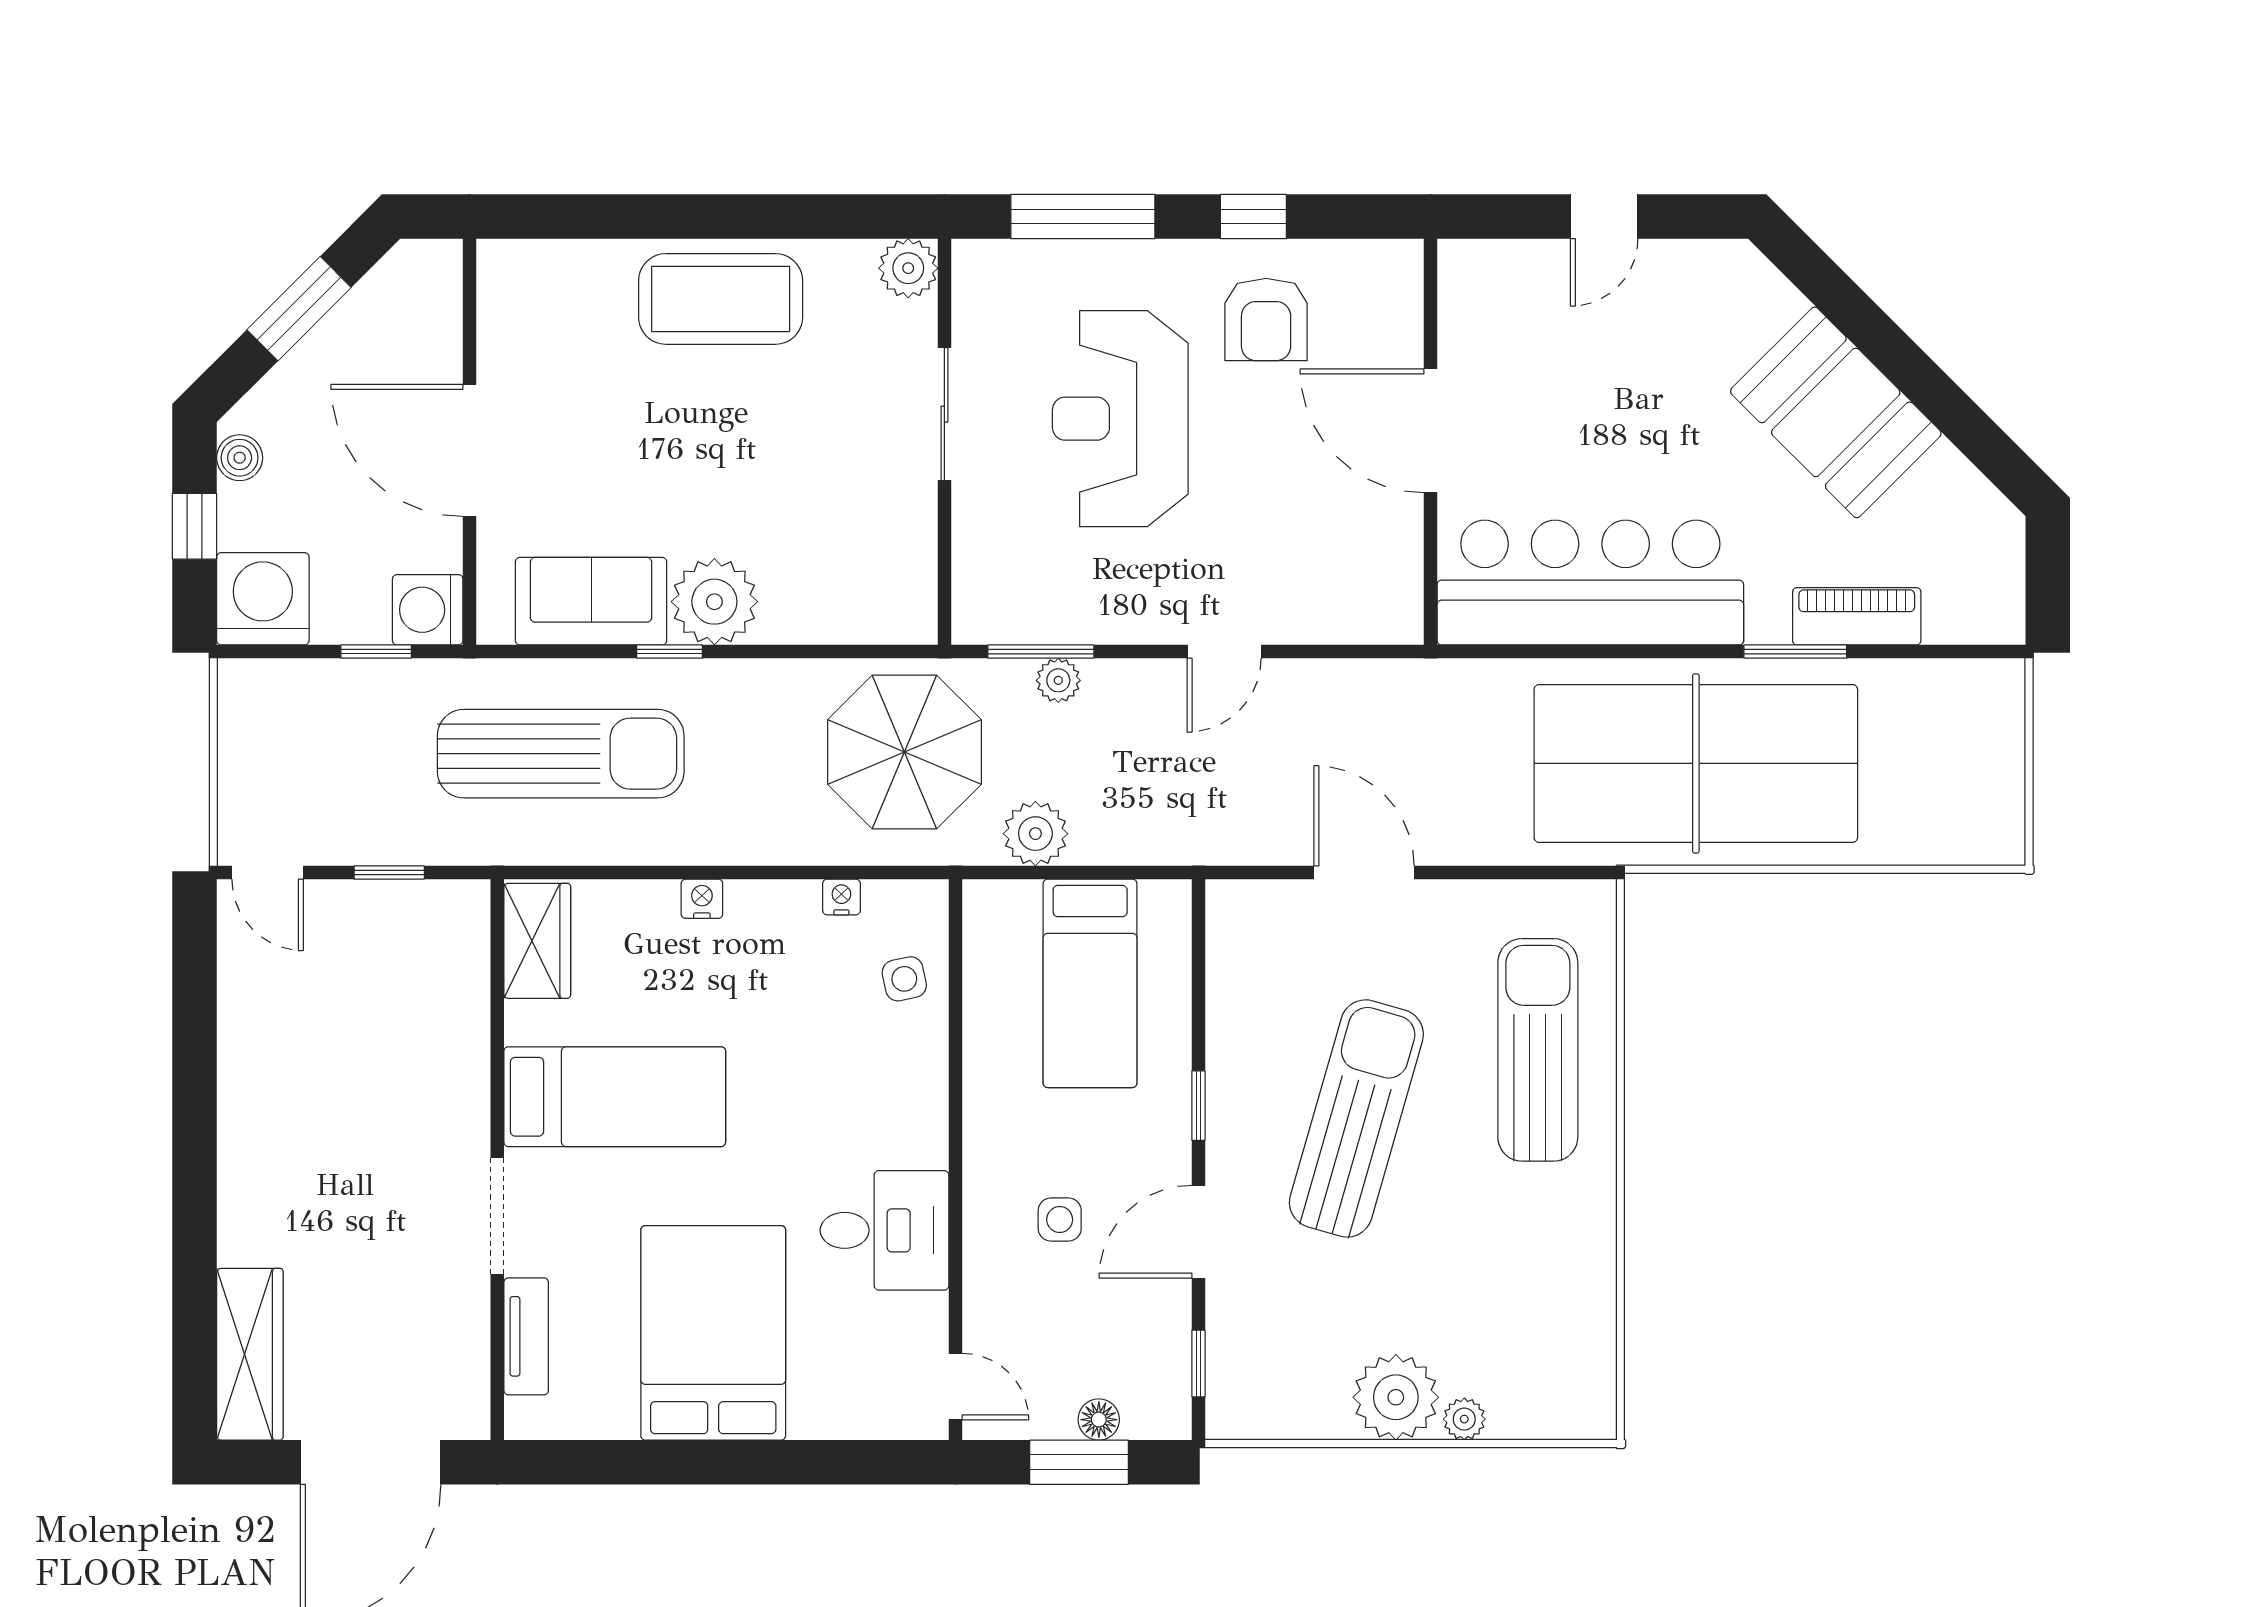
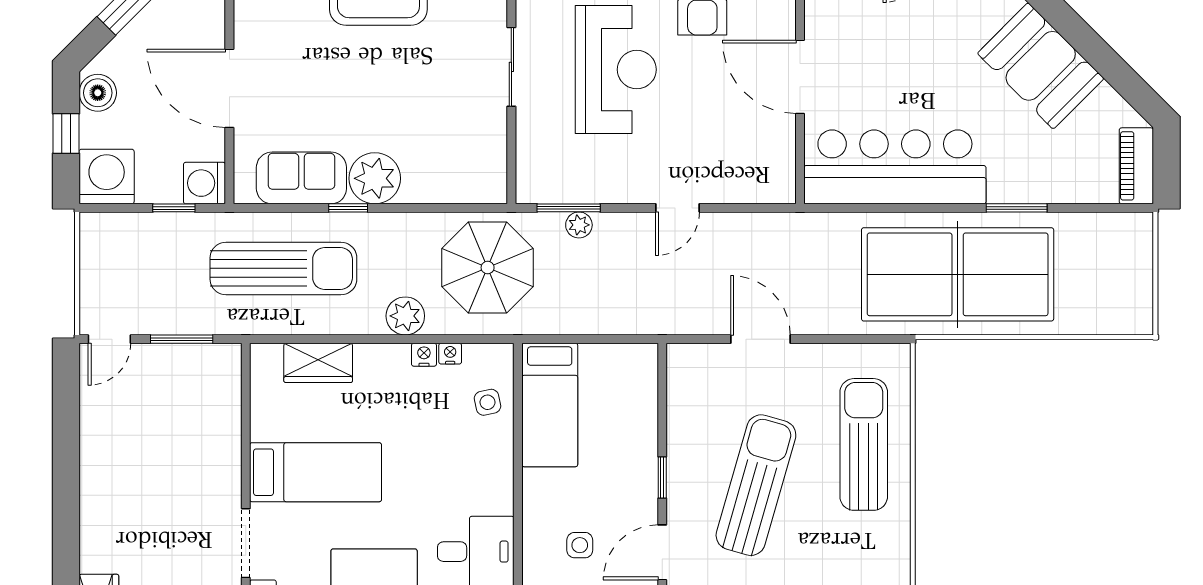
reception desk: (1120, 419) -> (616, 70), turned 180
boiler: (240, 458) -> (98, 93), width x1.36, depth x1.36
piano: (1857, 616) -> (1136, 166), moved, turned -90
plant: (1035, 834) -> (405, 316), moved
door: (268, 873) -> (109, 339), hinge flipped
window: (389, 873) -> (182, 339), width x1.50
nightstand: (702, 899) -> (424, 355), moved
wardrobe: (537, 941) -> (318, 363), moved, turned 90
bed: (1090, 983) -> (550, 405), moved

